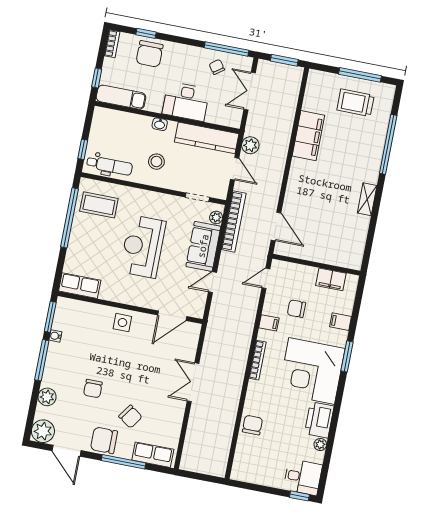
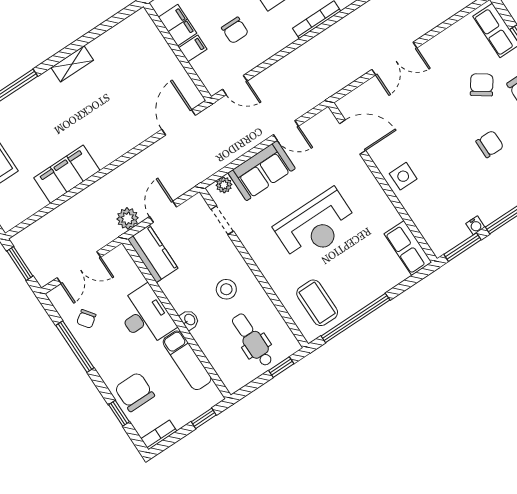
window: (226, 49) -> (75, 347), moved
chair: (150, 54) -> (135, 392), turned -90
exam couch: (121, 97) -> (187, 360), moved
kitchen counter: (207, 138) -> (153, 254), width x0.67
dental chair: (109, 165) -> (252, 340), moved
bookcase: (234, 221) -> (212, 165), removed
filing cabinet: (269, 323) -> (193, 48), moved, turned 90

